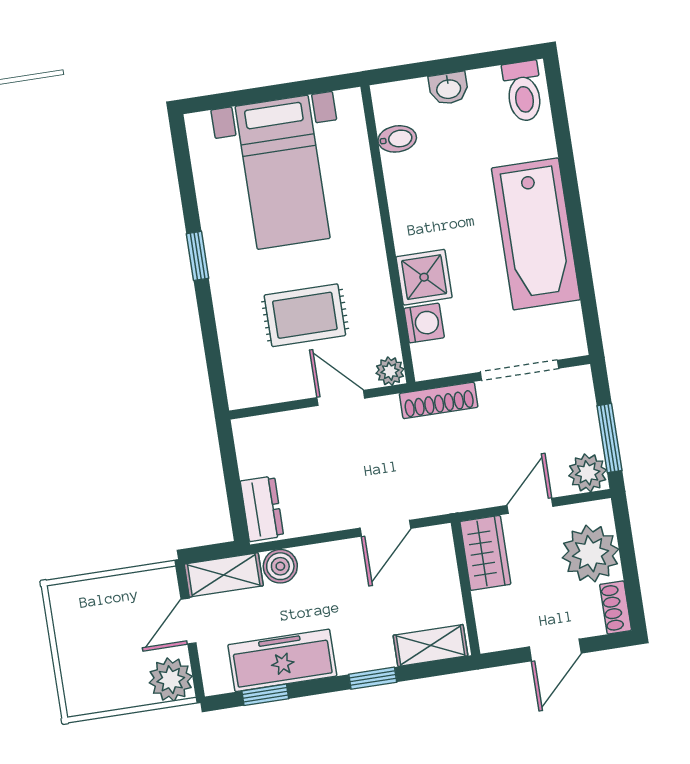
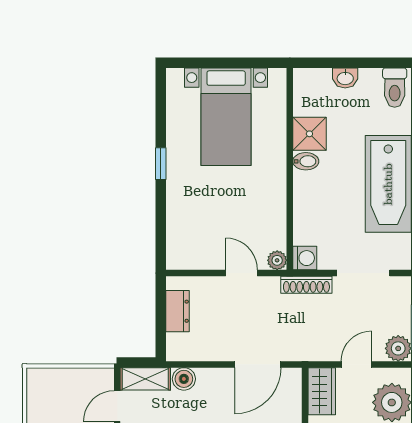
bidet: (397, 139) -> (306, 161), moved
shower: (424, 277) -> (309, 134), moved
rug: (305, 315) -> (226, 214), removed
washing machine: (424, 323) -> (305, 258), moved
dresser: (262, 509) -> (178, 311), moved
door: (385, 528) -> (258, 364), width x1.38

